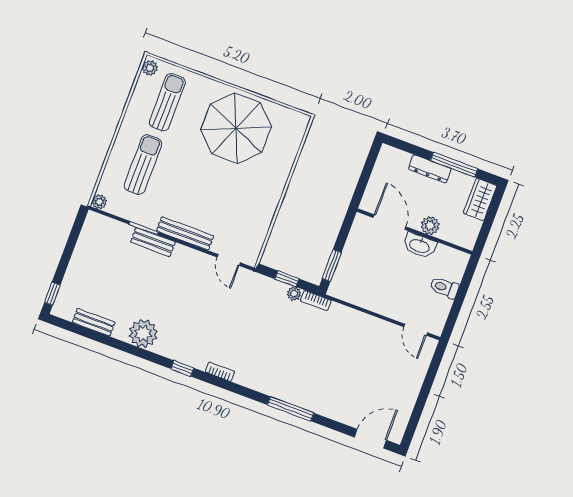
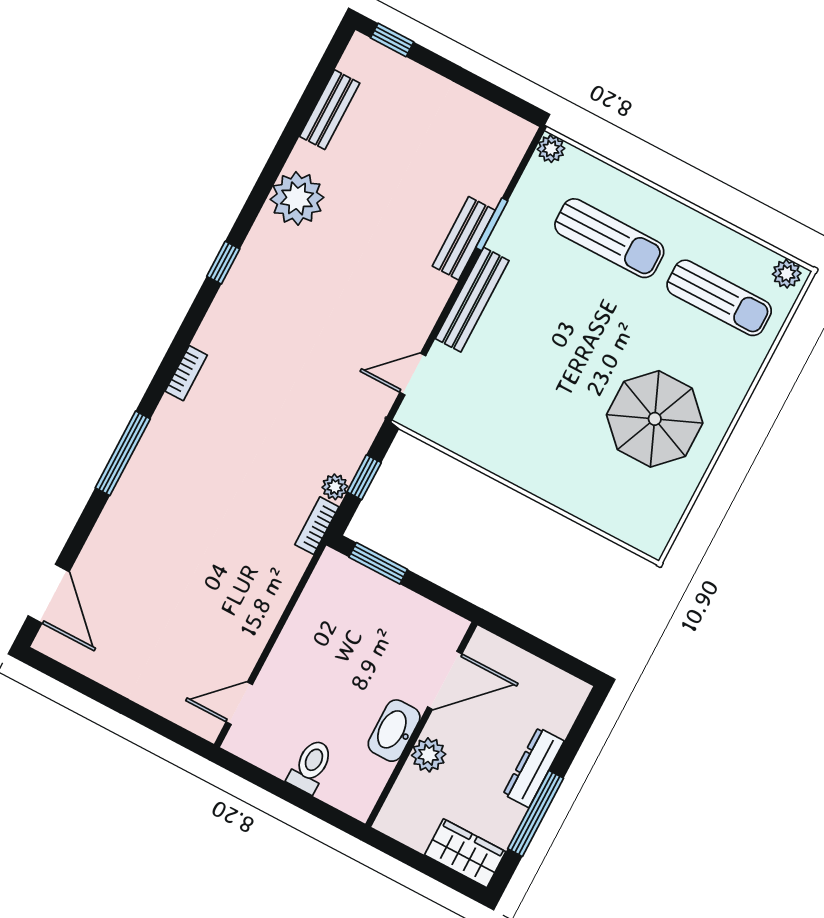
parasol: (236, 128) -> (655, 419), width x0.73, depth x0.73
bookcase: (220, 372) -> (186, 373), moved

